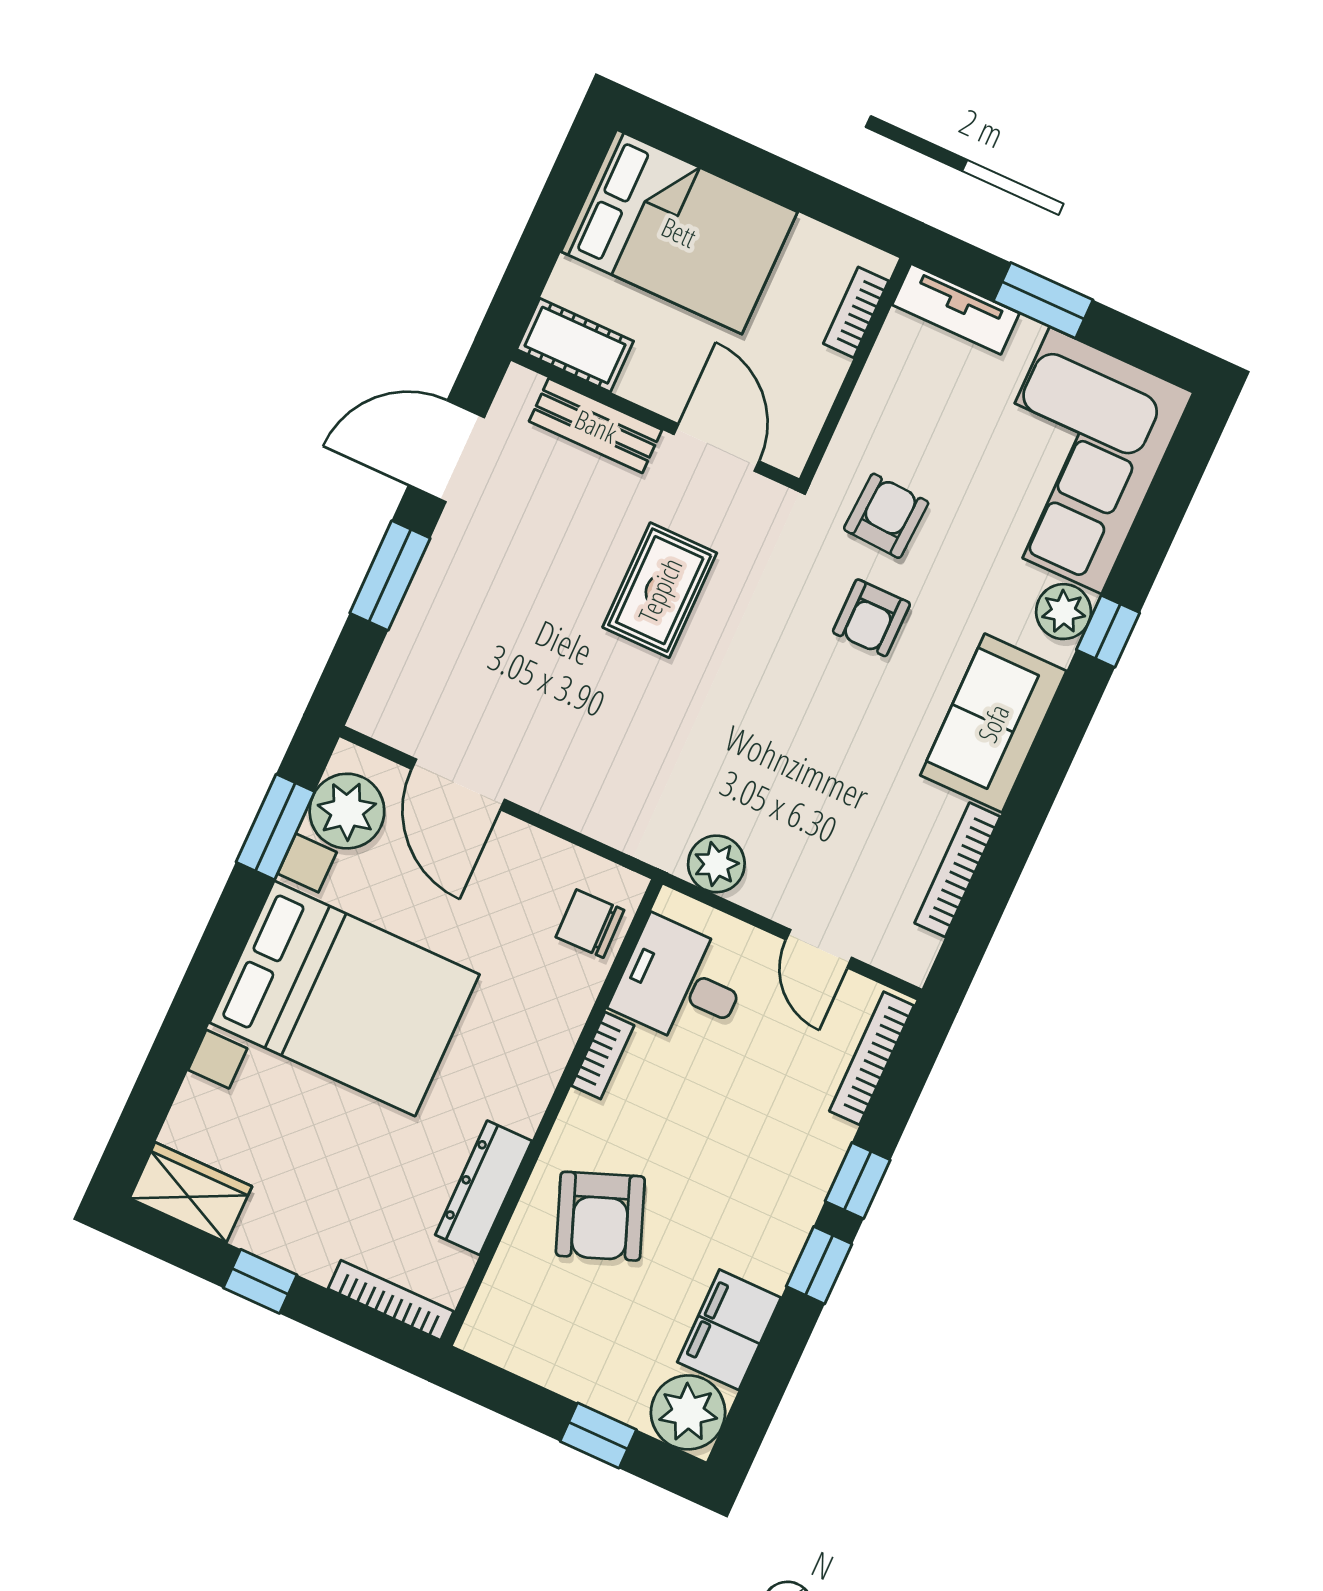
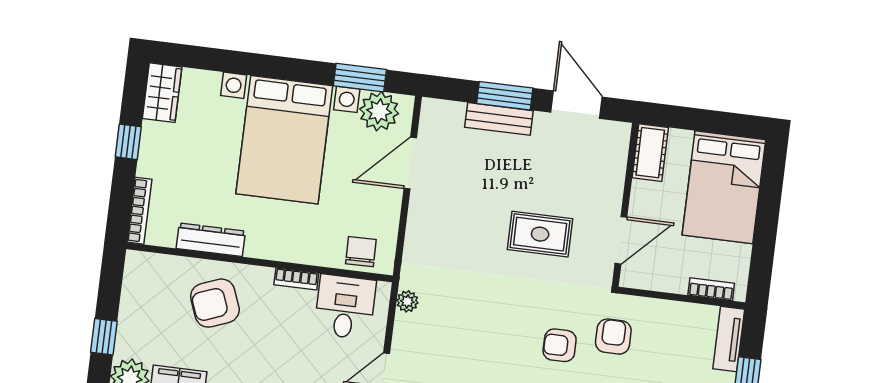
bench: (596, 426) -> (499, 119), moved, turned 90
armchair: (886, 516) -> (613, 337), turned -93
plant: (716, 864) -> (407, 301), width x0.73, depth x0.73

